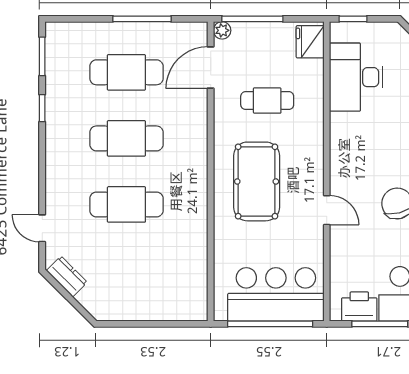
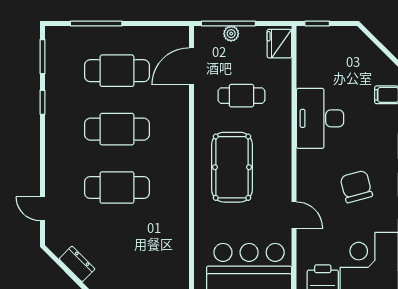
window: (142, 19) -> (96, 23), moved
plant: (222, 30) -> (231, 34), moved
desk: (356, 77) -> (320, 118), moved
door: (327, 210) -> (294, 215), moved
dresser: (67, 276) -> (77, 264), moved

